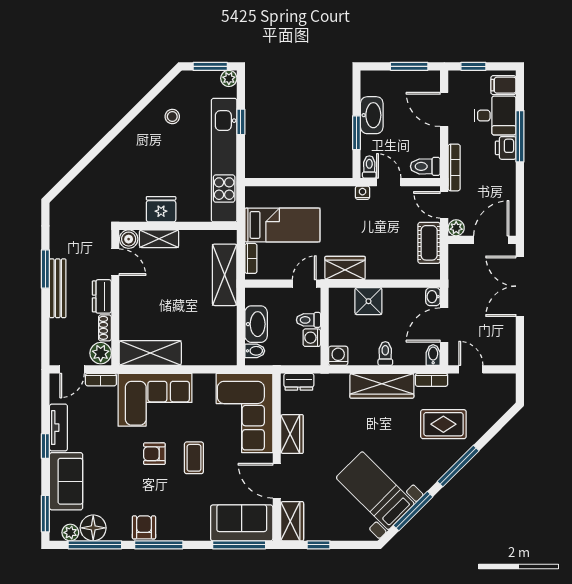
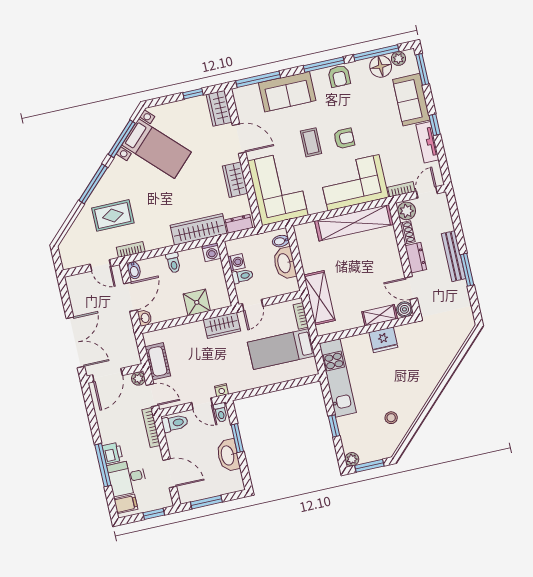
kitchen unit: (224, 160) -> (338, 378), width x0.73
shelving: (150, 353) -> (354, 223), width x1.47
wardrobe: (382, 386) -> (199, 229), moved
sofa: (242, 523) -> (287, 92), moved

